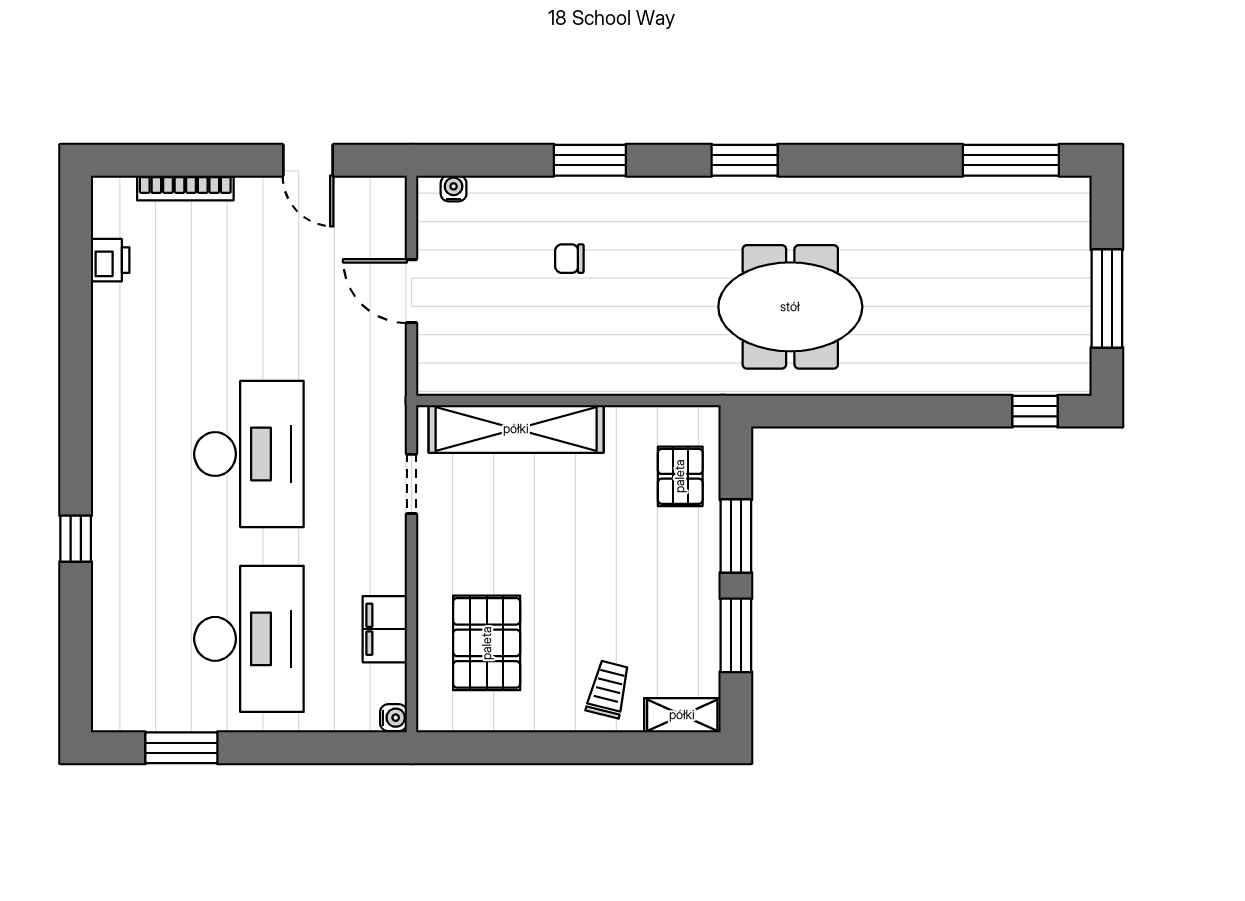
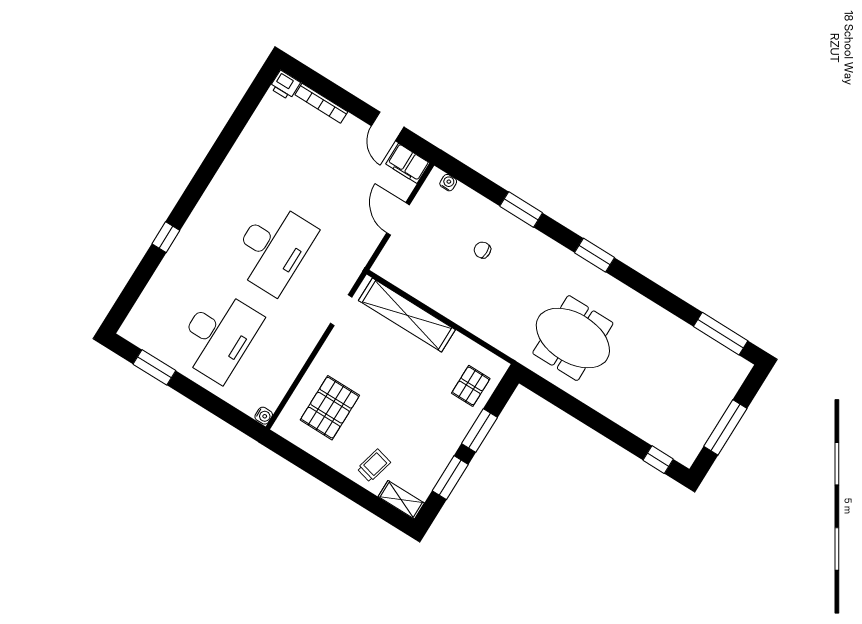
printer: (110, 260) -> (285, 85), moved, turned 90
filing cabinet: (385, 629) -> (408, 163), moved, turned -90

